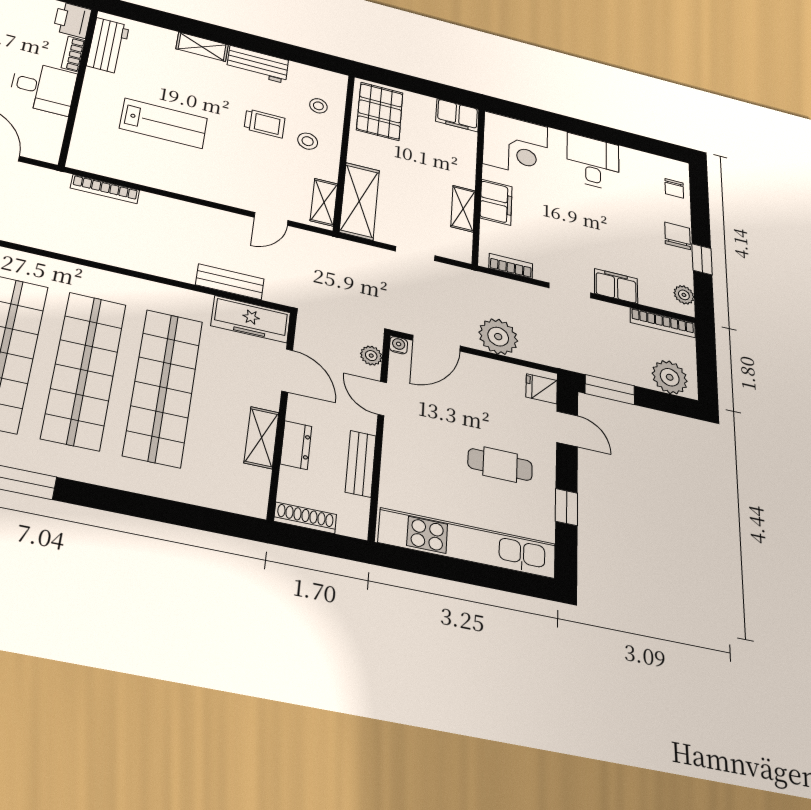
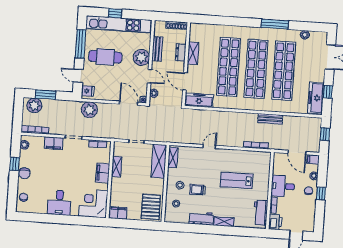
door: (271, 219) -> (209, 147), moved
bench: (230, 282) -> (270, 119), moved
plant: (498, 337) -> (89, 110), moved
door: (436, 343) -> (129, 103), hinge flipped
window: (610, 390) -> (45, 95), moved
plant: (404, 449) -> (141, 57), added
cafe table: (500, 465) -> (105, 57), width x1.37, depth x1.35
window: (566, 507) -> (81, 44), width x2.17
window: (478, 574) -> (115, 13), added

